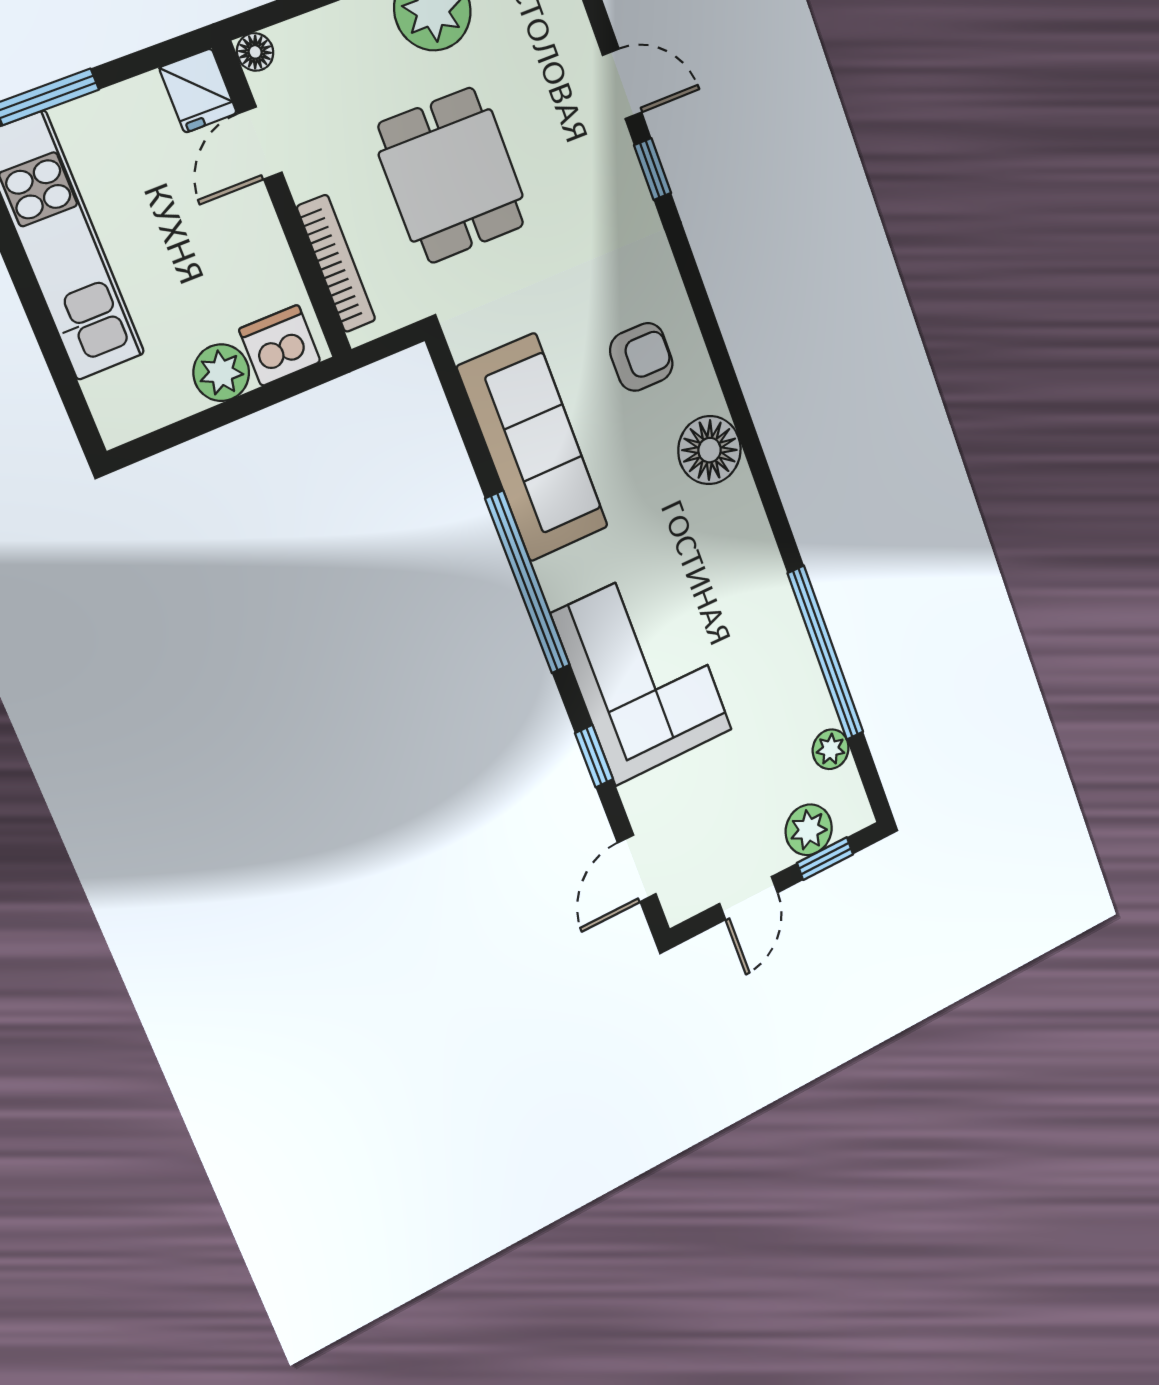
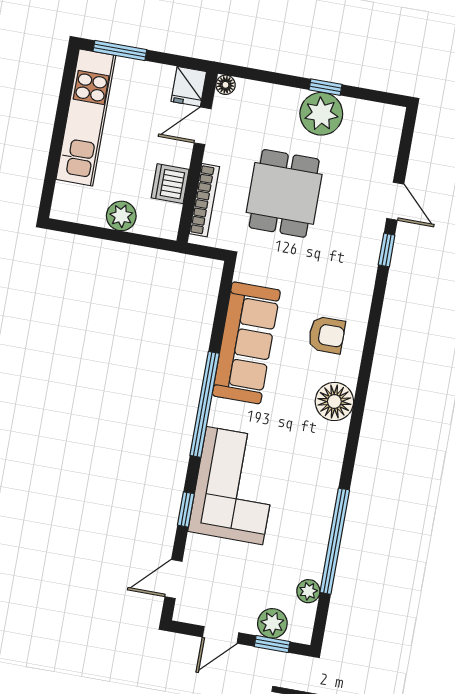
dishwasher: (280, 345) -> (170, 184), moved, turned -90

